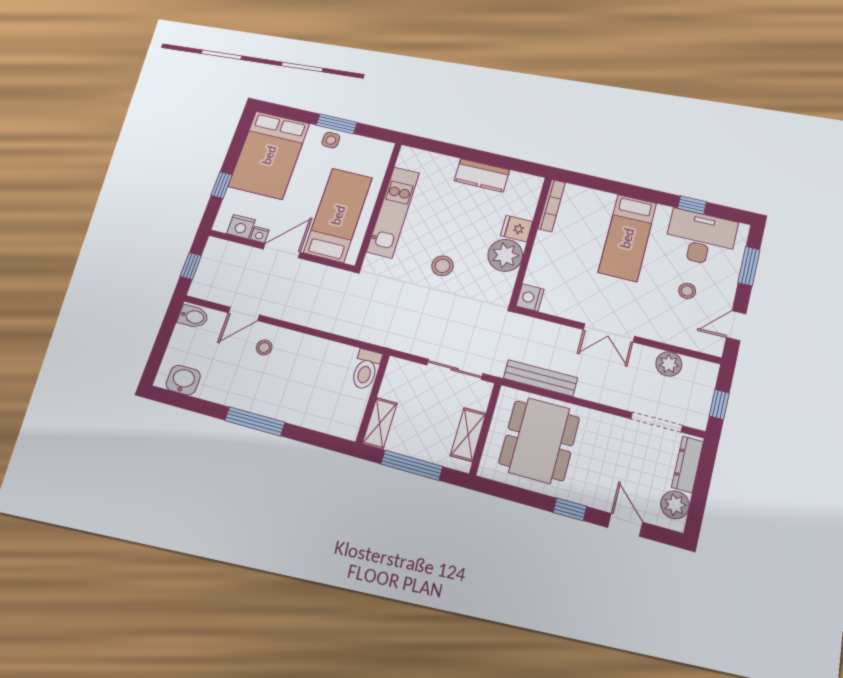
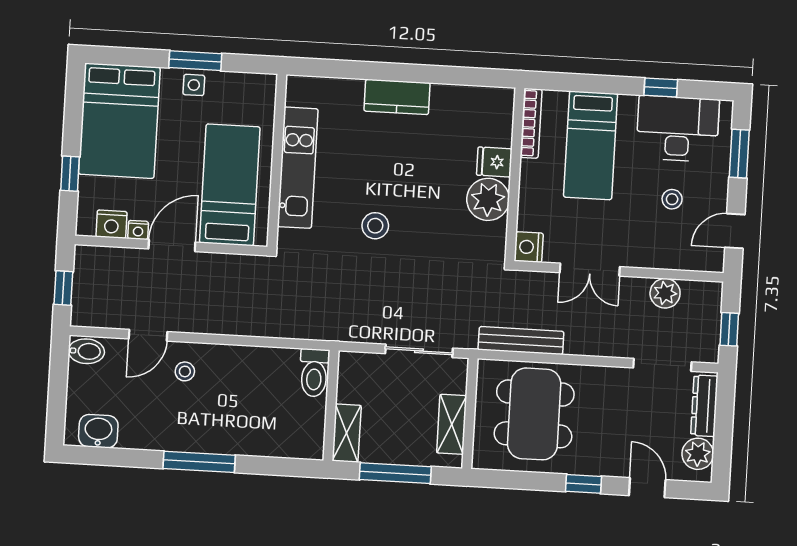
bookcase: (552, 206) -> (531, 123), moved
fridge: (516, 229) -> (494, 162), moved
wall: (531, 241) -> (515, 174), moved
plant: (505, 255) -> (488, 199), moved
nightstand: (530, 298) -> (529, 247), moved

